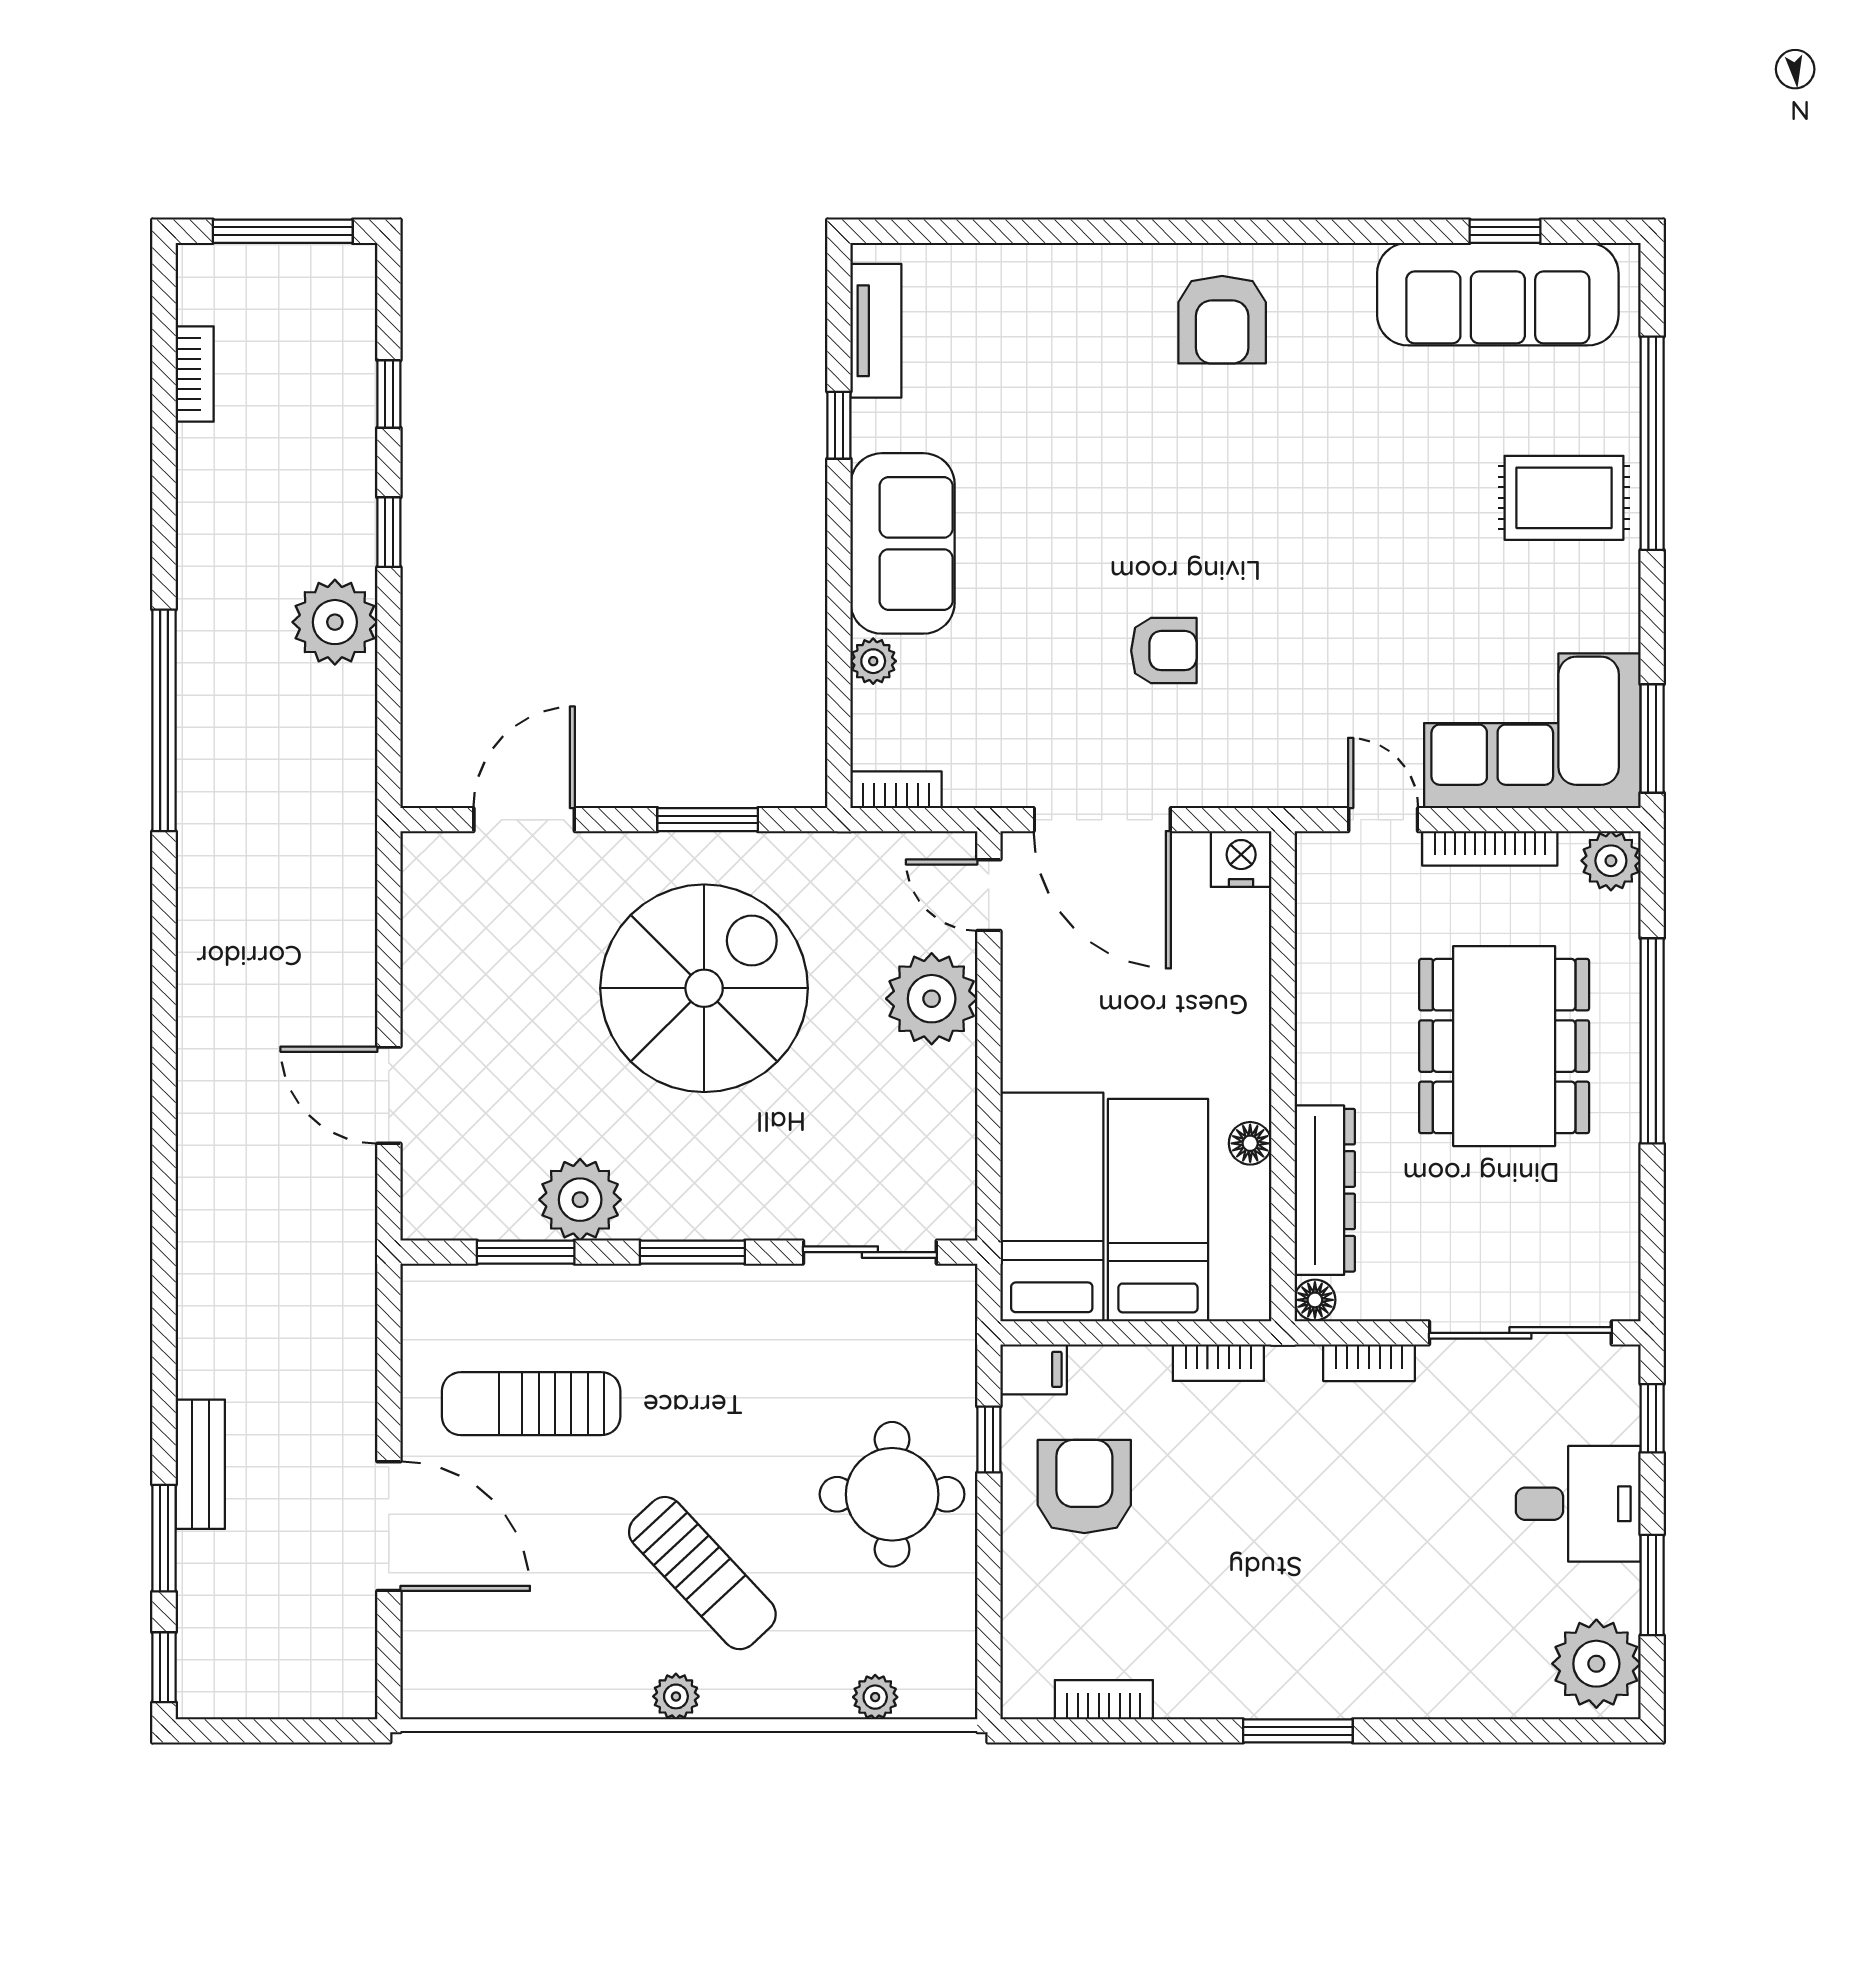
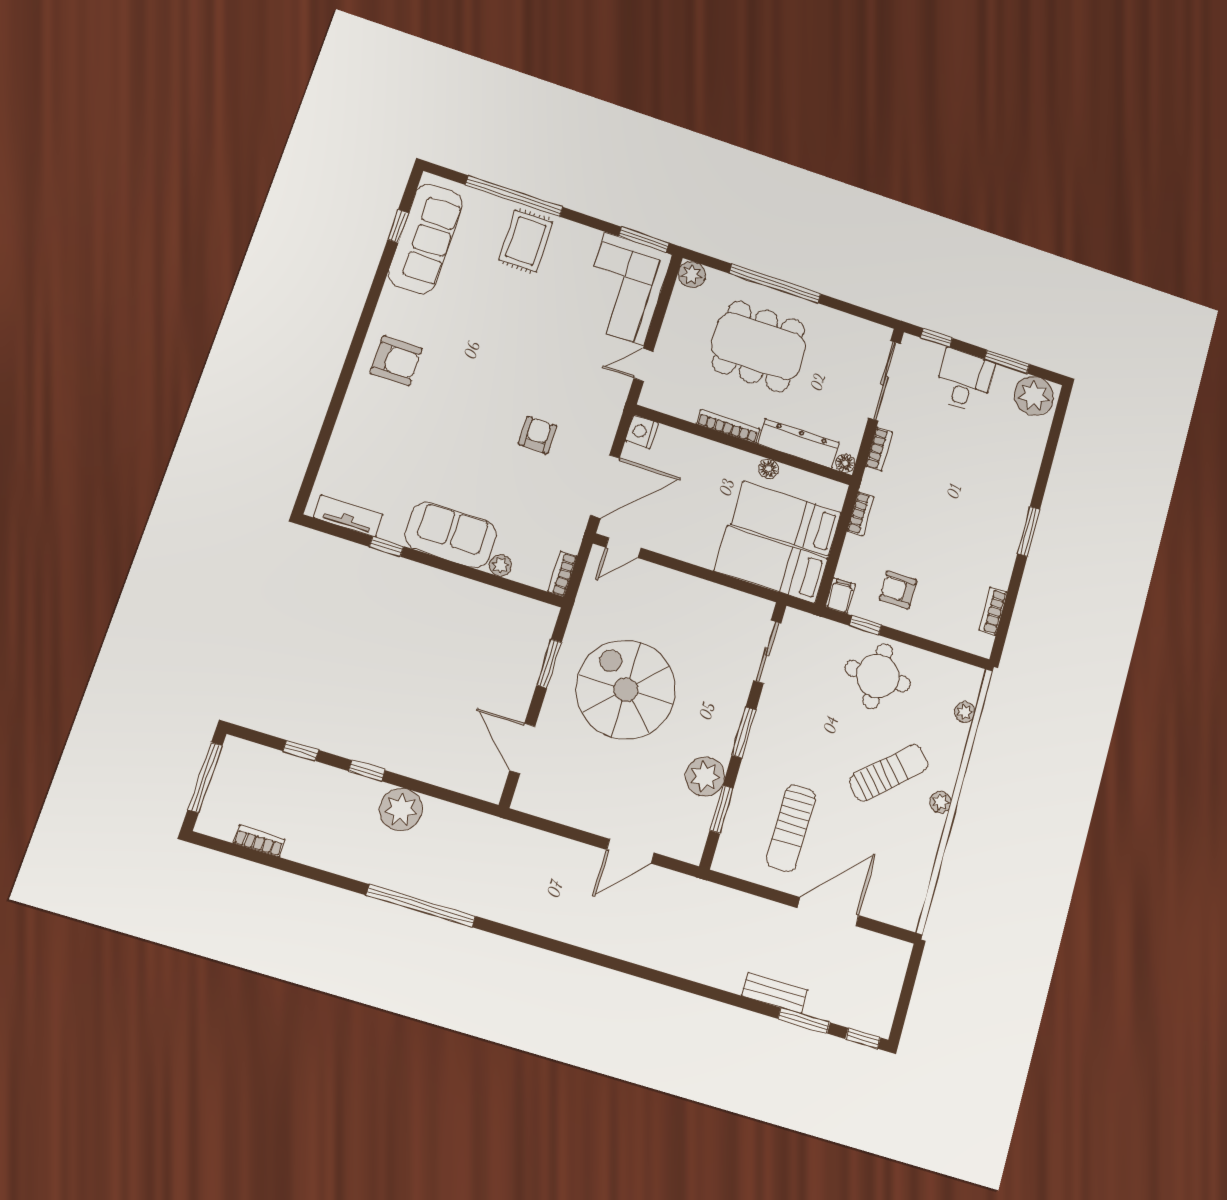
bookcase: (1490, 848) -> (728, 426), moved, turned -90
plant: (932, 999) -> (662, 588), removed
armchair: (1084, 1486) -> (898, 590), width x0.72, depth x0.72

